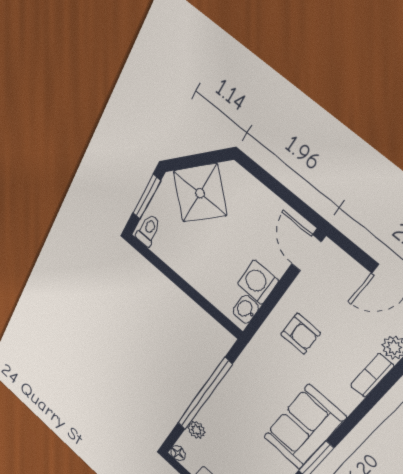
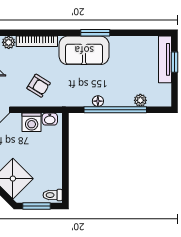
armchair: (301, 334) -> (39, 86), turned 122
bookcase: (372, 376) -> (37, 41), width x1.56
floor lamp: (178, 453) -> (98, 101), moved

